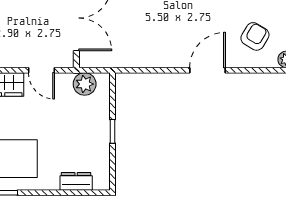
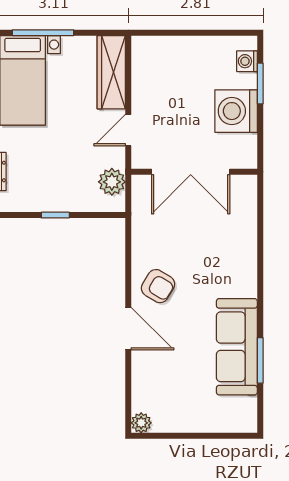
armchair: (255, 36) -> (158, 286), moved

